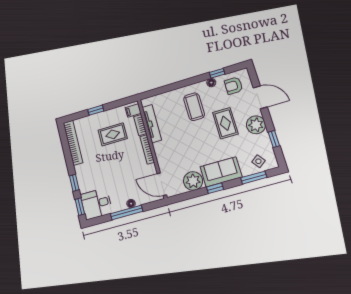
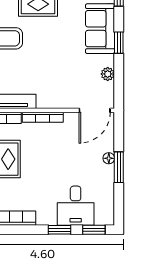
plant: (193, 181) -> (108, 74), width x0.53, depth x0.53
desk: (96, 204) -> (76, 206), moved
window: (127, 212) -> (119, 167), width x0.69

